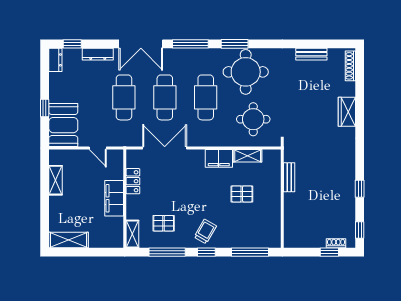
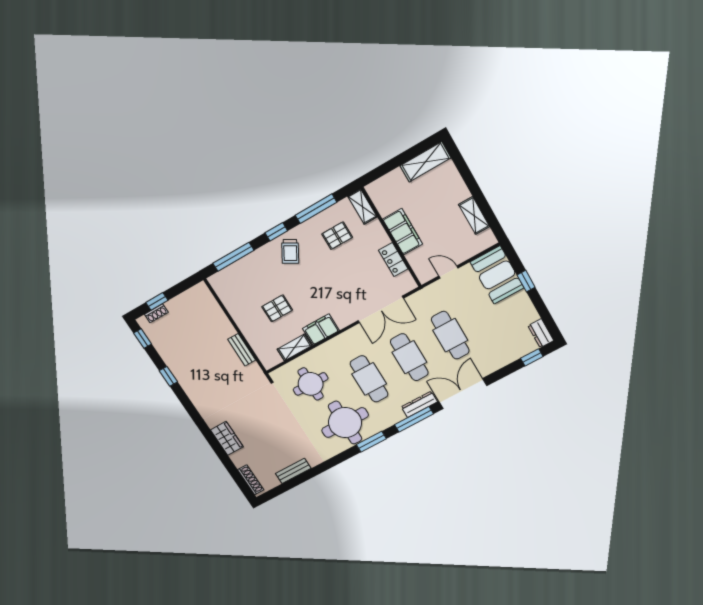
dresser: (98, 54) -> (419, 404), moved

